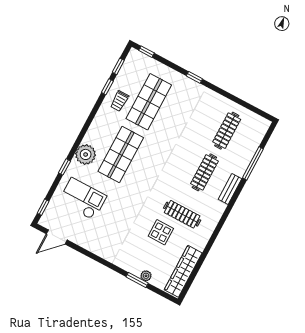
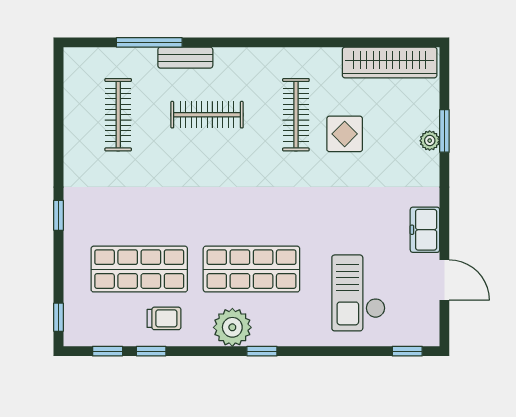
clothes rail: (227, 131) -> (118, 115), turned 90
plant: (86, 154) -> (232, 327), moved
window: (65, 167) -> (262, 351), moved
bench: (230, 189) -> (185, 58), moved
door: (57, 237) -> (444, 280), moved
freezer: (96, 246) -> (425, 230), added
plant: (146, 276) -> (430, 141), moved

